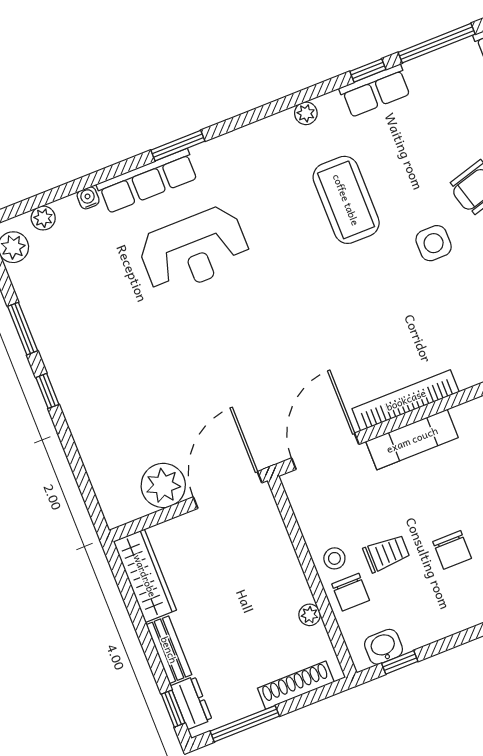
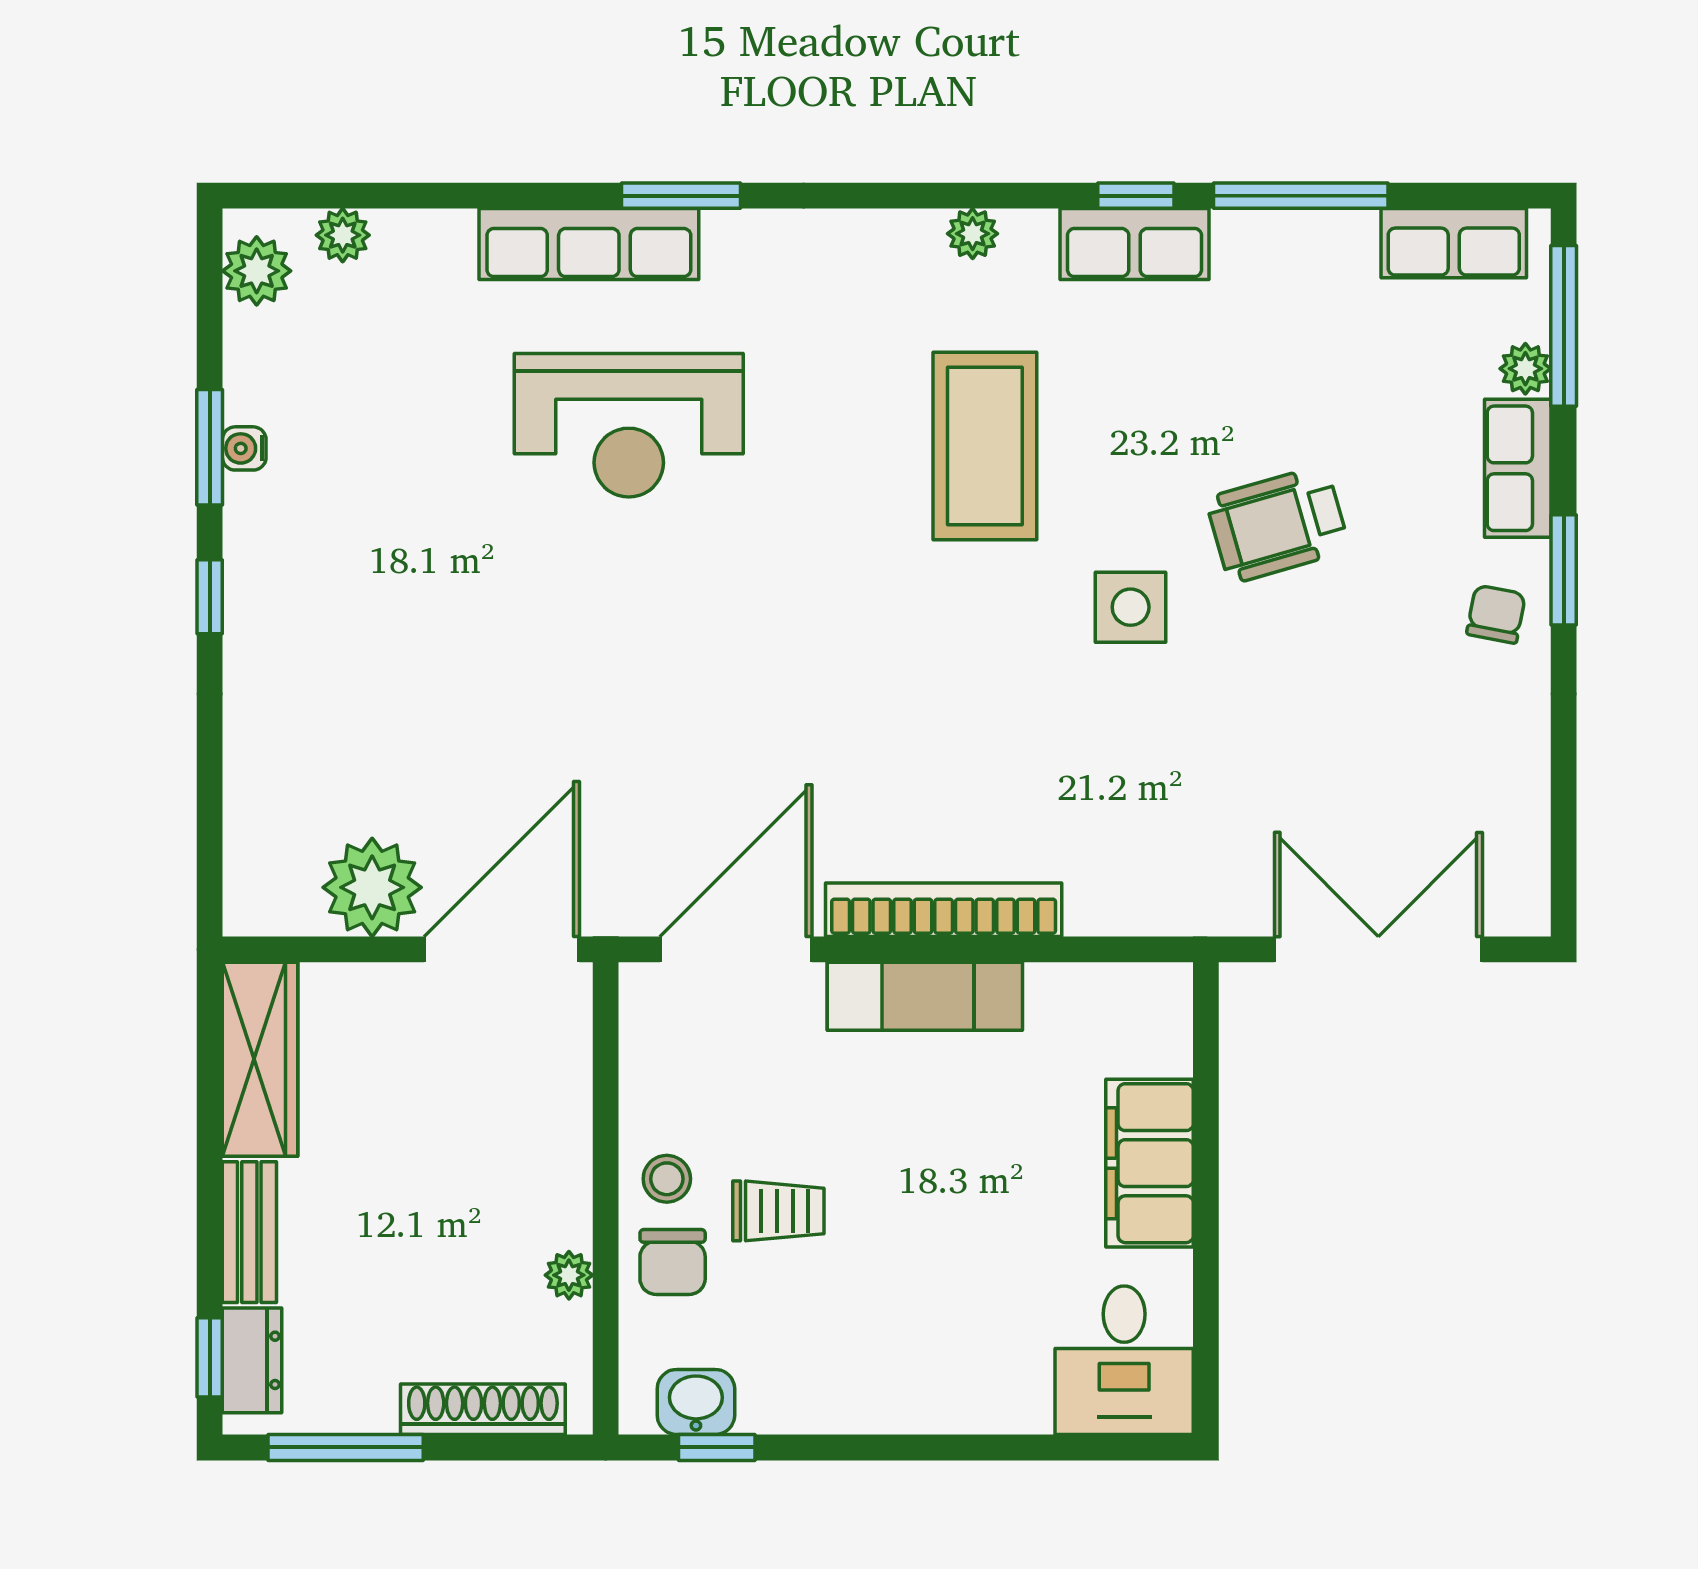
water cooler: (88, 198) -> (244, 448), moved, turned -90
chair: (452, 550) -> (917, 1258), removed

